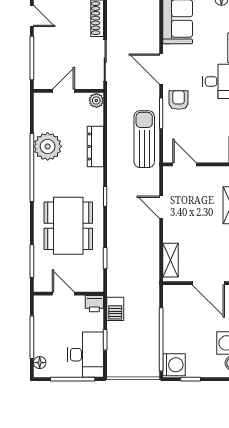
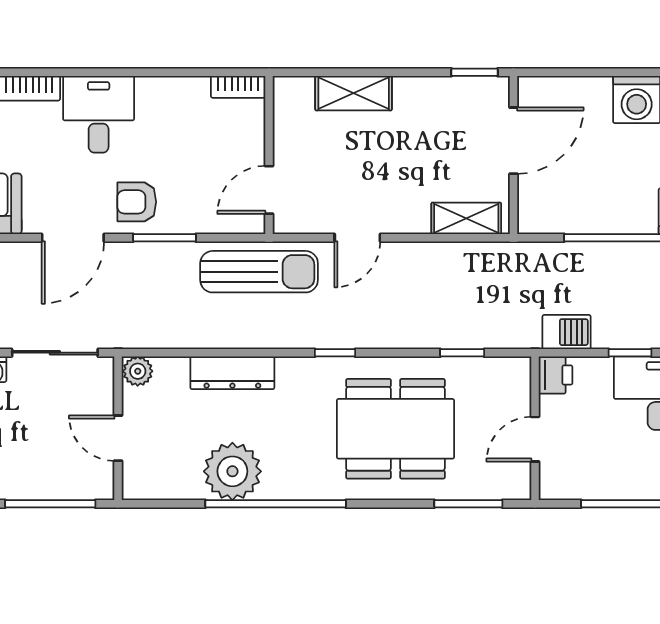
sun lounger: (144, 139) -> (259, 272), moved, turned 180

